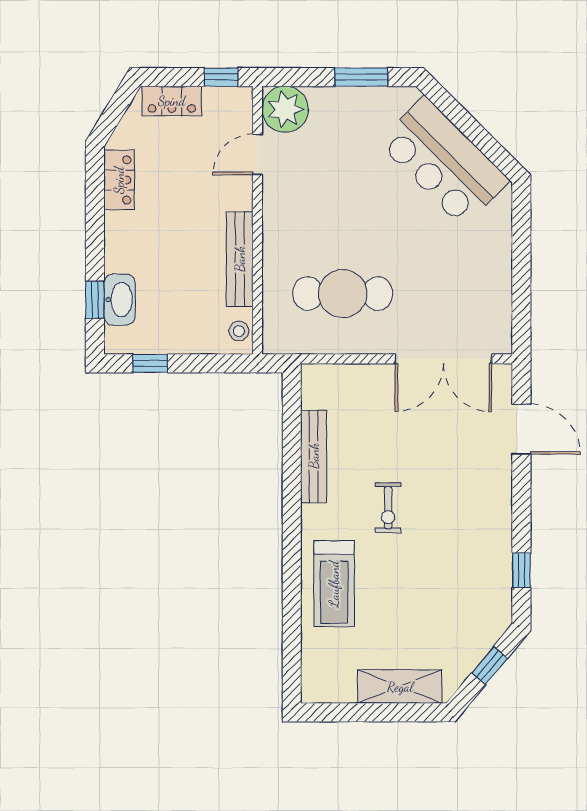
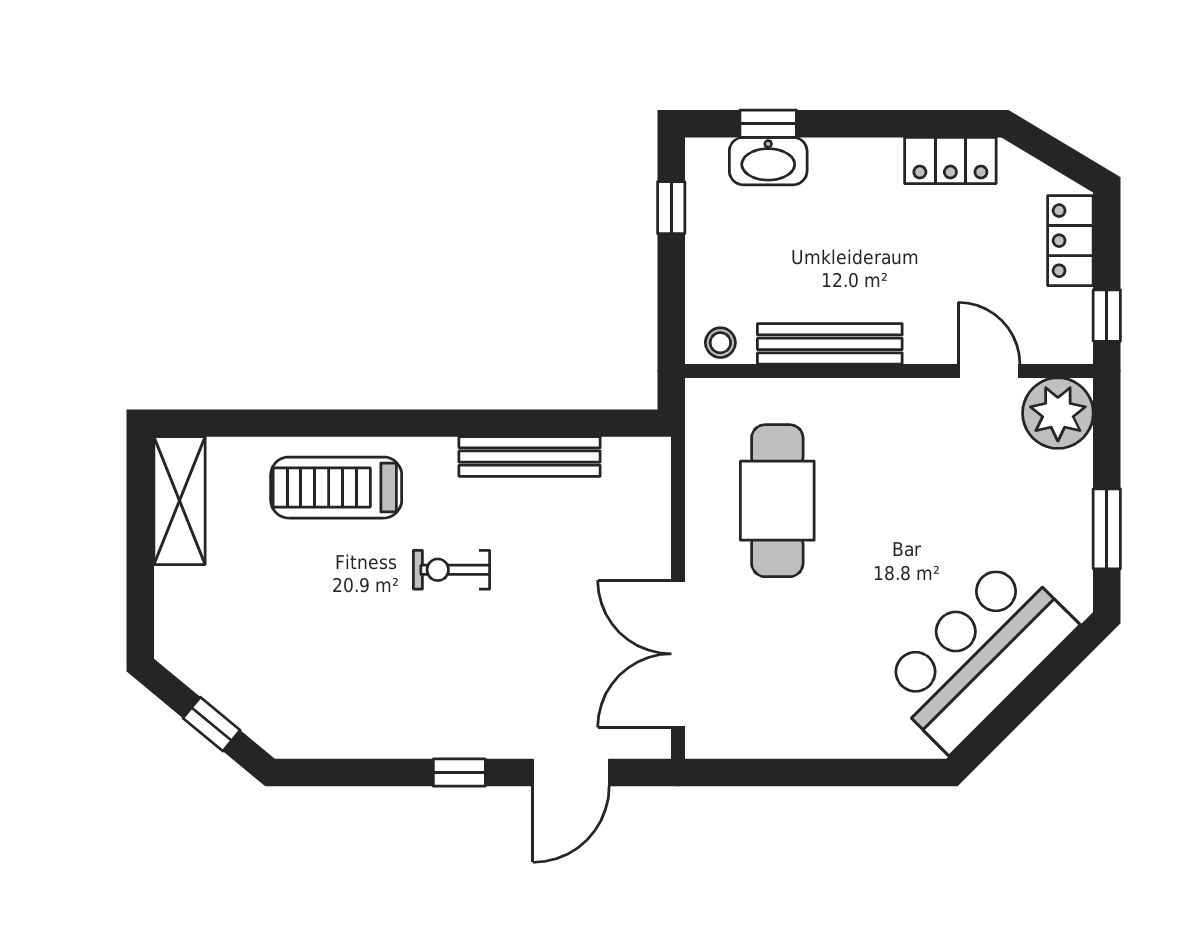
window: (521, 570) -> (459, 773), moved
shelving: (400, 687) -> (179, 501), moved

